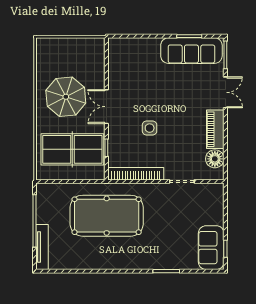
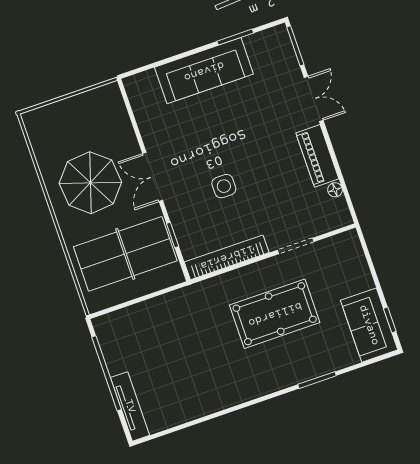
sofa: (191, 51) -> (204, 71), moved
floor lamp: (215, 159) -> (335, 190), width x0.53, depth x0.53
pool table: (107, 216) -> (275, 314), moved, width x0.73, depth x0.76

